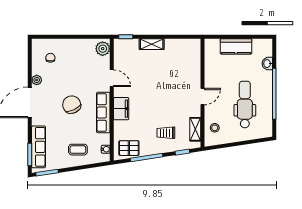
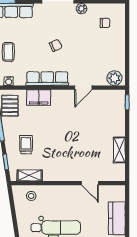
shelving: (152, 44) -> (119, 150), moved
door: (202, 97) -> (90, 183), moved
chair: (72, 105) -> (56, 45), width x0.54, depth x0.54
filing cabinet: (121, 109) -> (39, 97), moved

